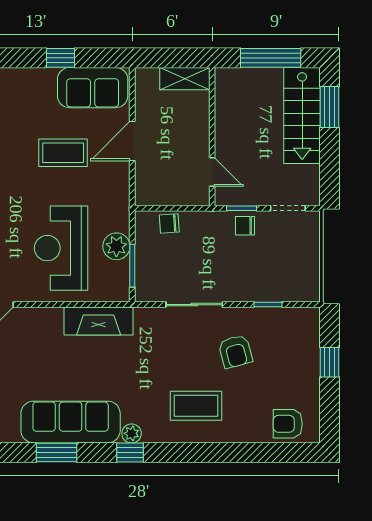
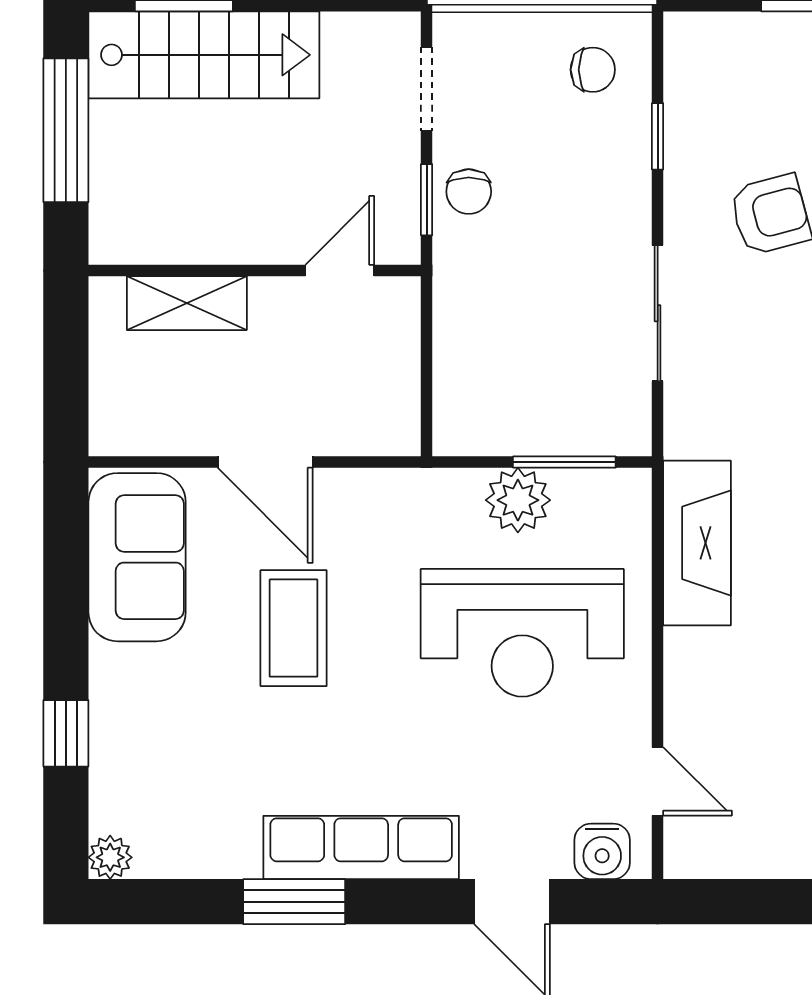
window: (61, 58) -> (66, 733), moved
shelving: (185, 79) -> (187, 303), moved, turned 90
chair: (169, 224) -> (593, 70), moved, turned -86

